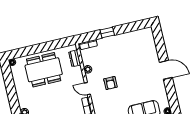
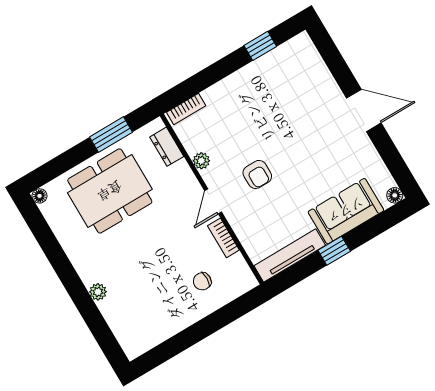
window: (107, 32) -> (260, 46), moved
window: (52, 45) -> (111, 135), added
door: (87, 89) -> (213, 201), hinge flipped

